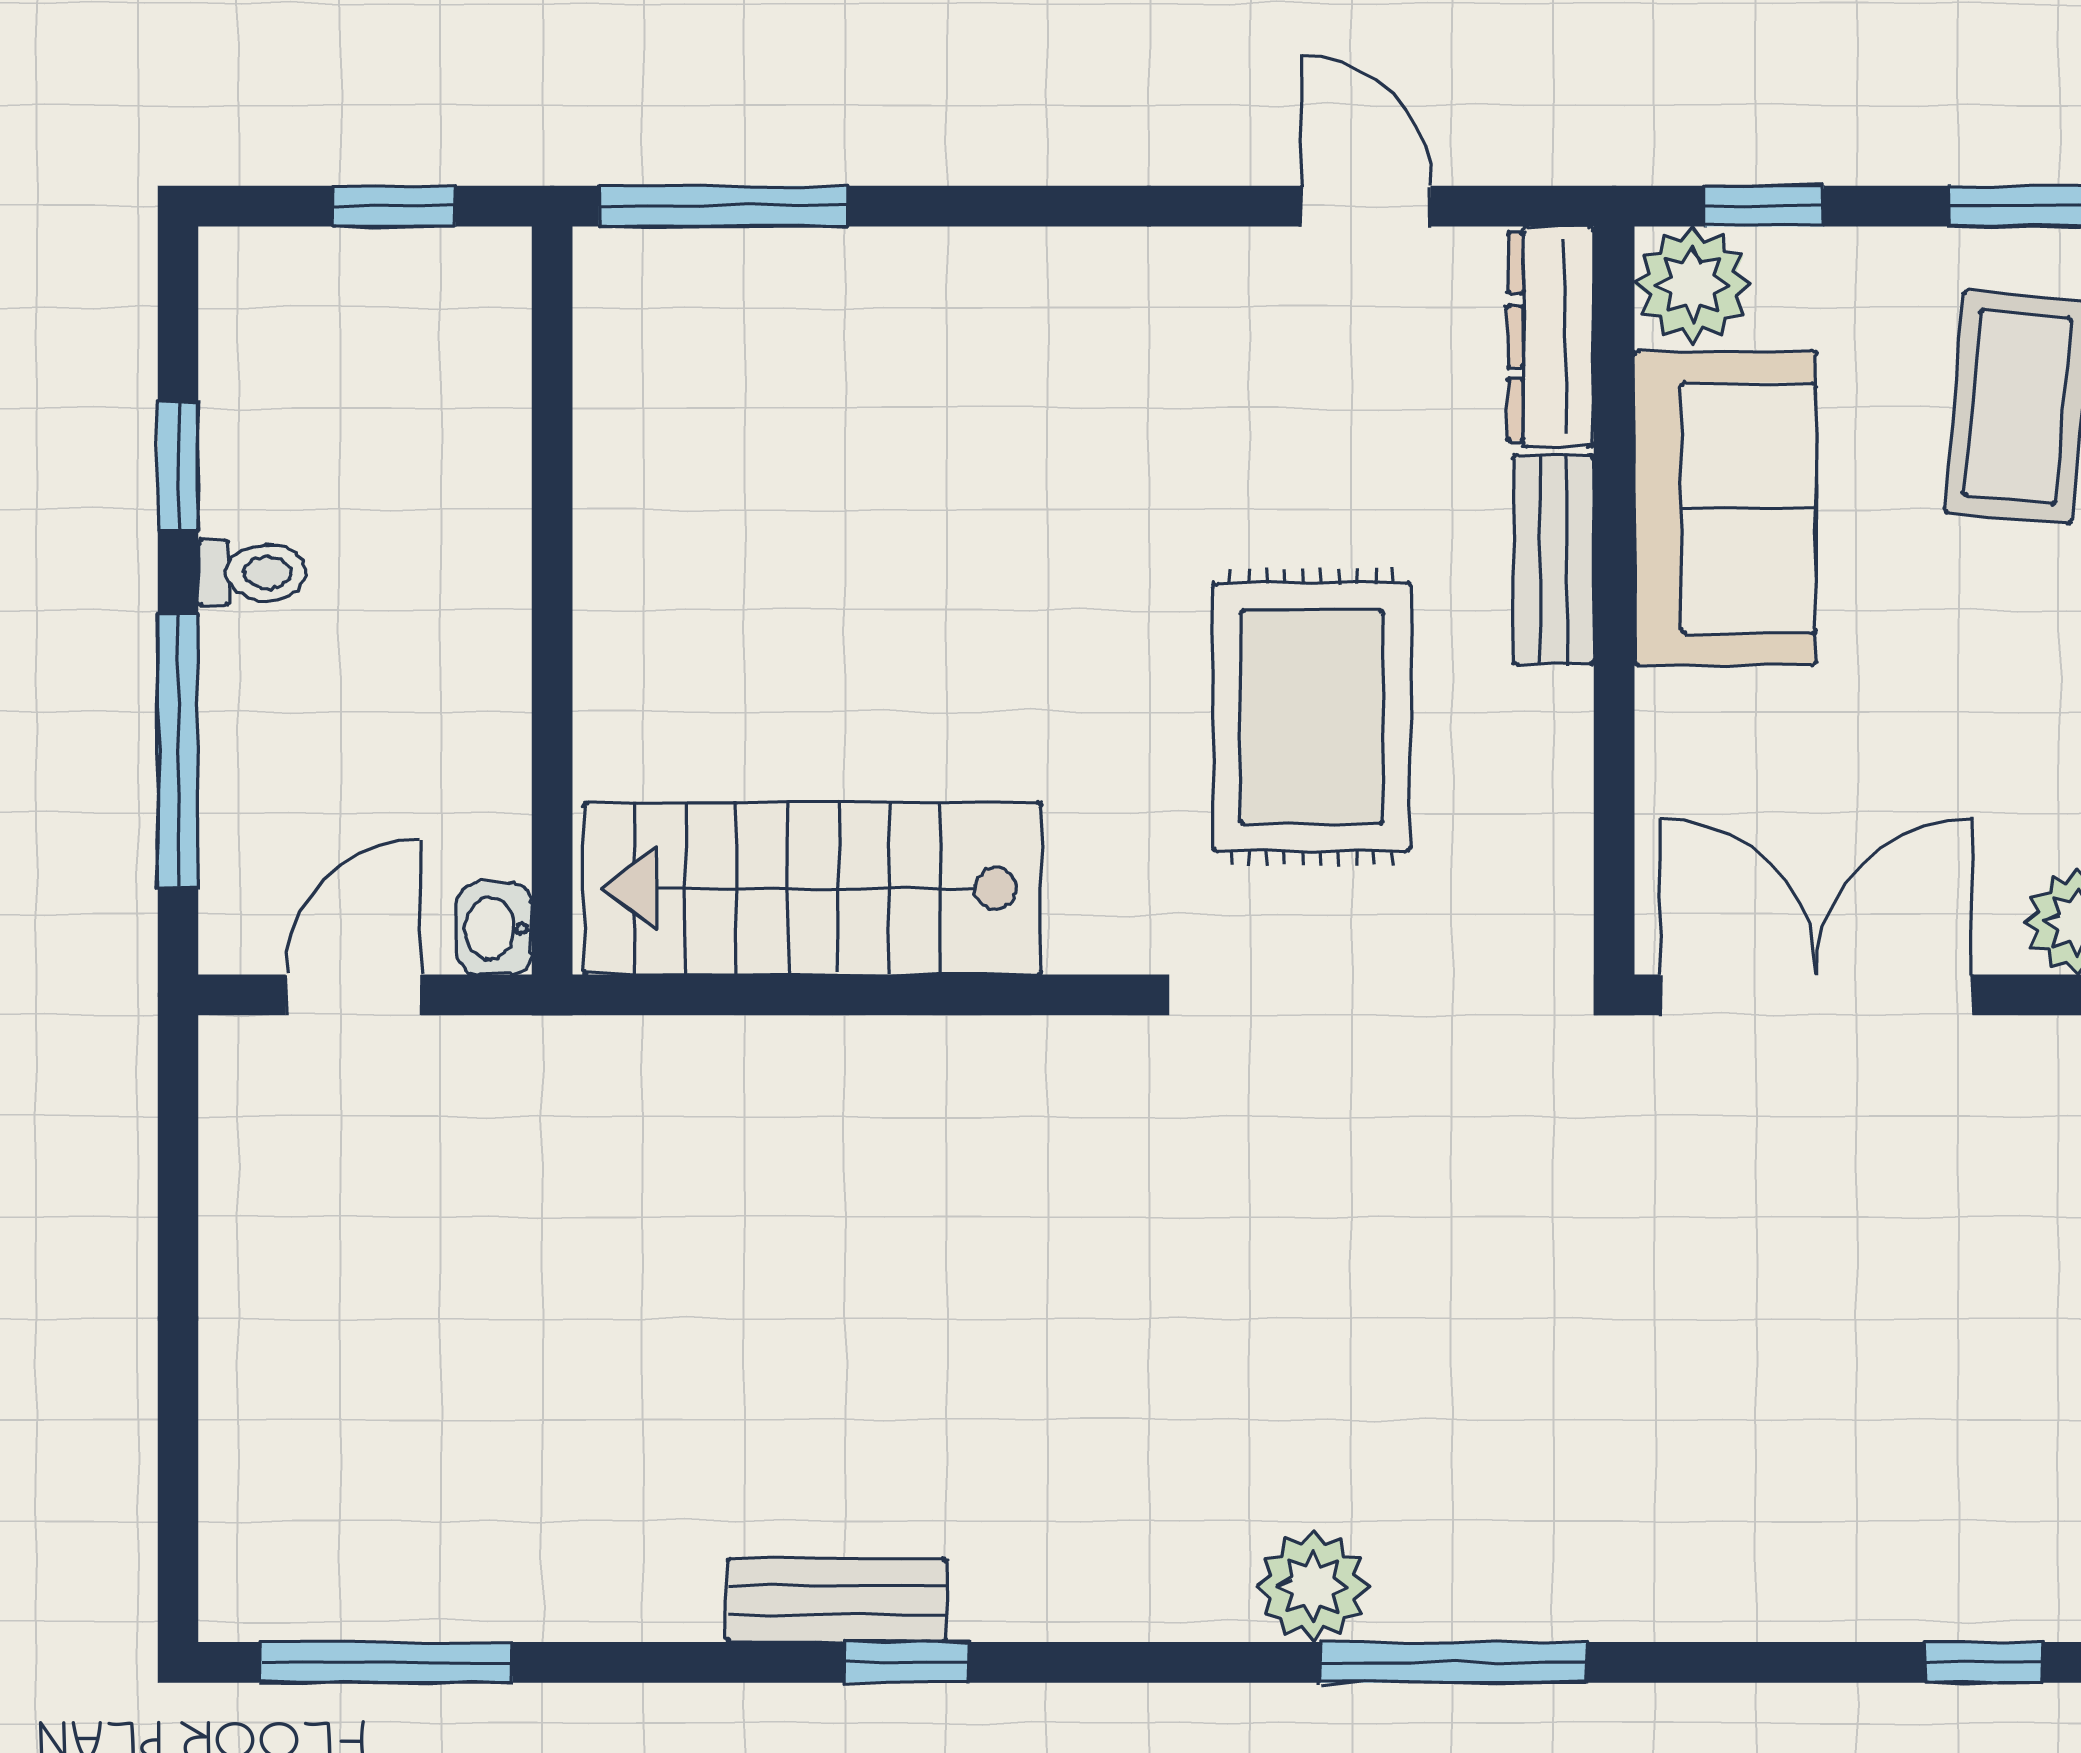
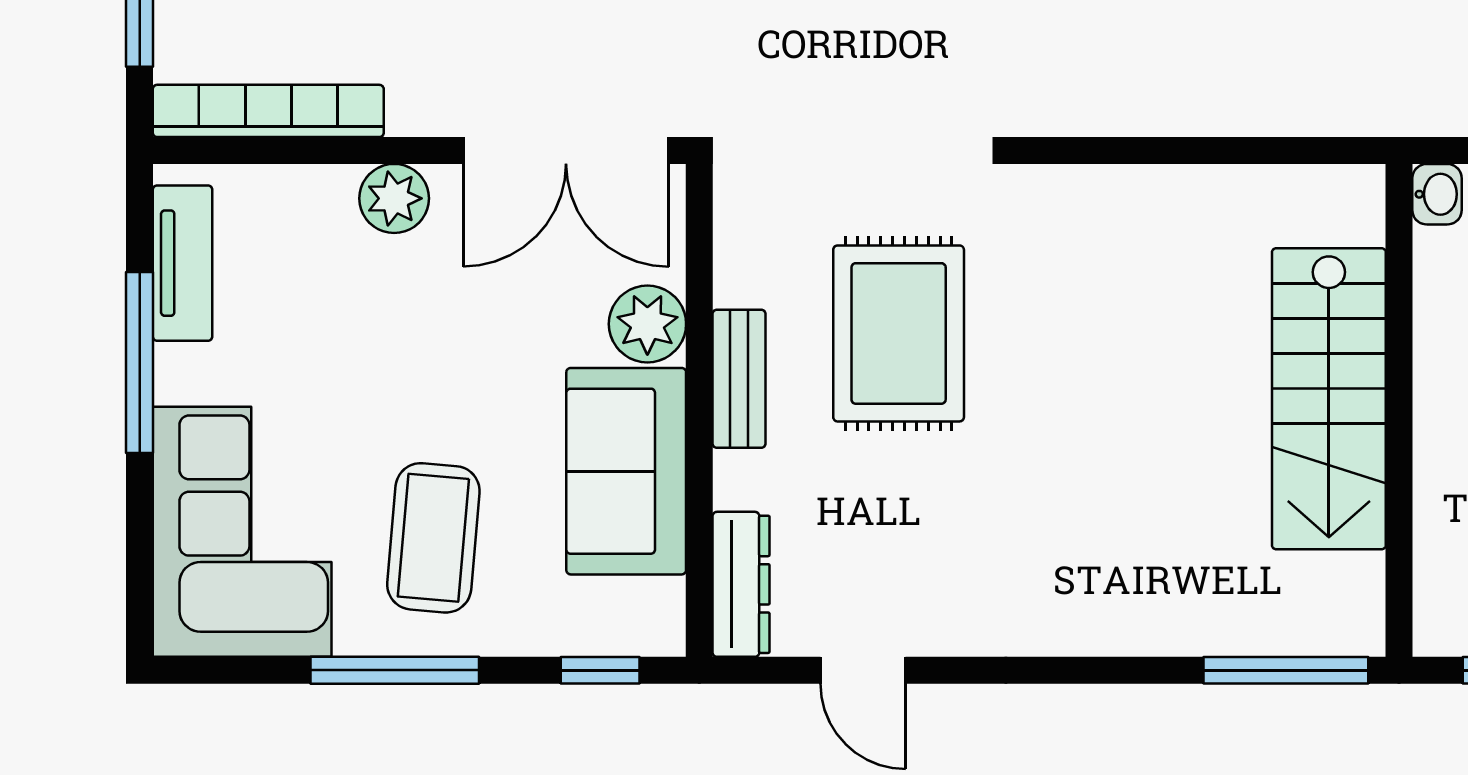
plant: (1693, 285) -> (647, 324), moved
bench: (1554, 560) -> (739, 379), moved
stairs: (812, 888) -> (1329, 399), moved, turned 90

